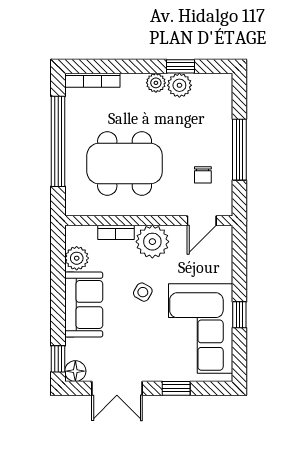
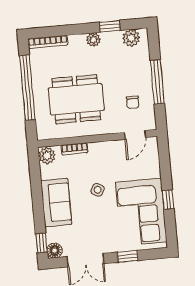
plant: (179, 85) -> (131, 38), moved
plant: (152, 242) -> (101, 153), removed
plant: (77, 258) -> (47, 156), moved

